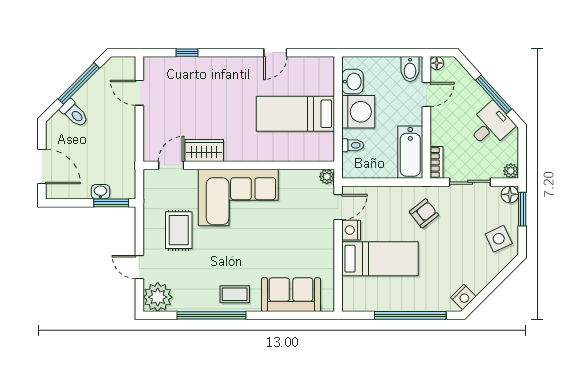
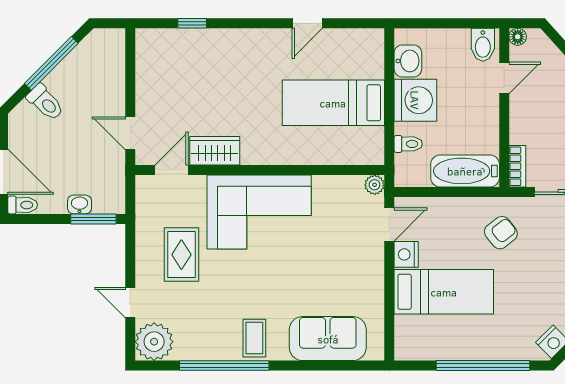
door: (139, 93) -> (130, 133), moved
bathtub: (410, 152) -> (465, 171), moved, turned 90
toilet: (57, 192) -> (23, 205), added
coffee table: (235, 294) -> (254, 338), turned 90

